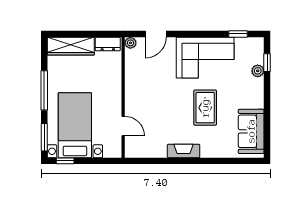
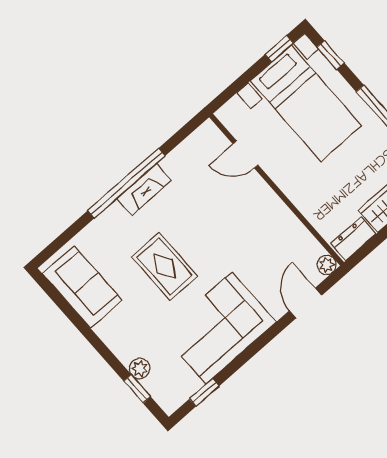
window: (44, 137) -> (331, 55), width x0.67
window: (189, 161) -> (127, 183), added

